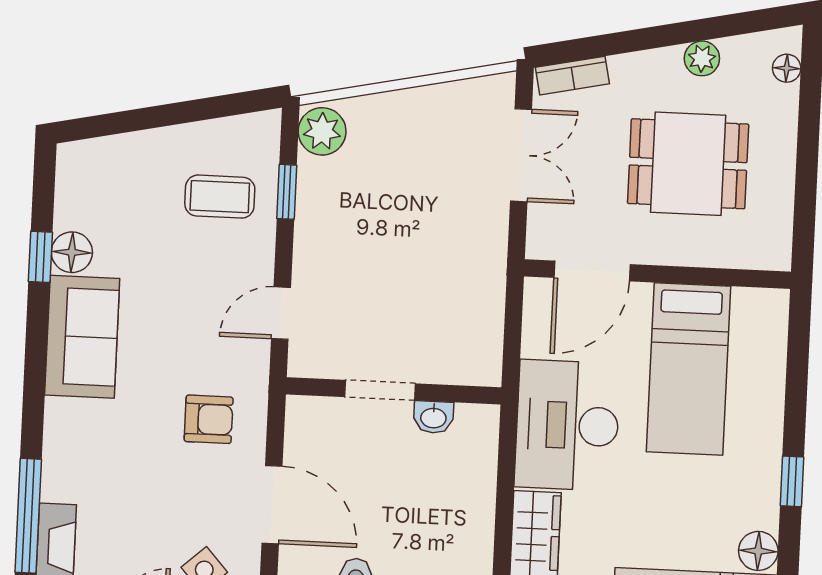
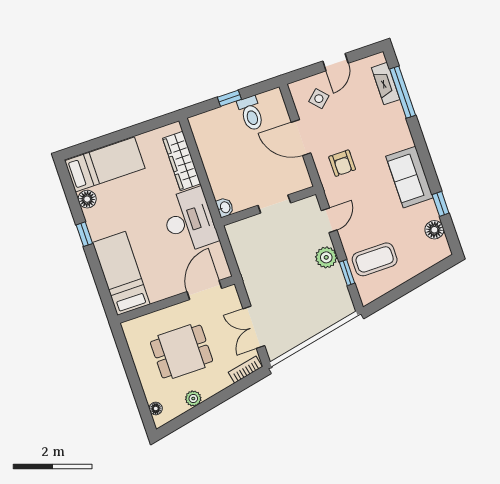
plant: (322, 131) -> (326, 257), moved
coffee table: (220, 197) -> (375, 259), width x1.36, depth x1.30
floor lamp: (72, 252) -> (434, 230), moved
bed: (688, 369) -> (121, 273), moved
washbasin: (433, 417) -> (225, 207), moved, turned 90
armchair: (209, 419) -> (342, 163), turned -90

